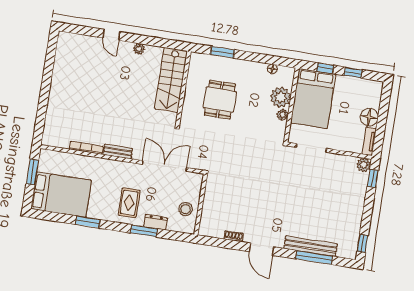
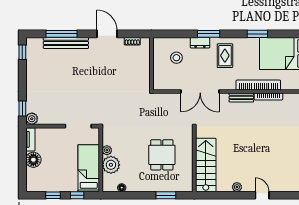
bed: (313, 98) -> (89, 168), width x0.67
bookcase: (96, 163) -> (258, 85), added
wall: (201, 204) -> (152, 64), moved

